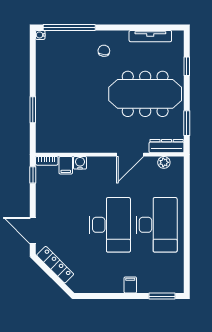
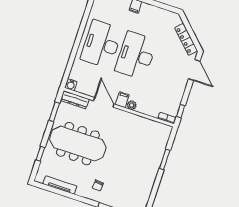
door: (130, 155) -> (104, 102), hinge flipped
plant: (164, 162) -> (132, 105), moved
water cooler: (80, 163) -> (71, 85), moved
filing cabinet: (66, 165) -> (122, 100), moved

